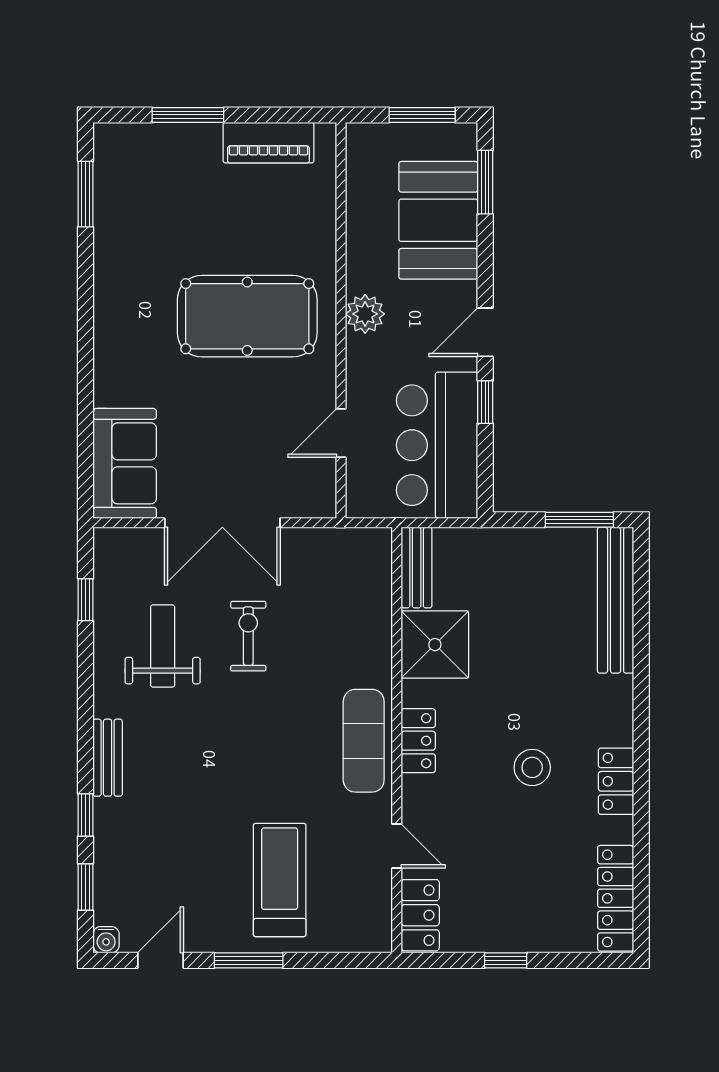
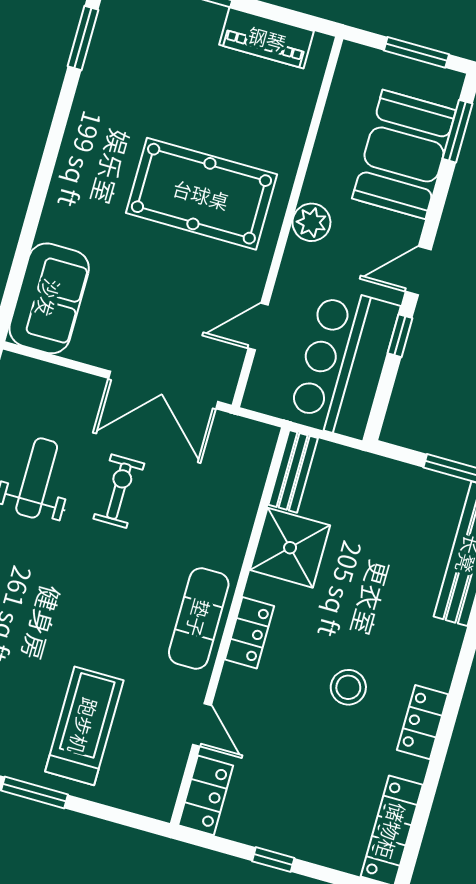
double door: (222, 523) -> (163, 390), moved

